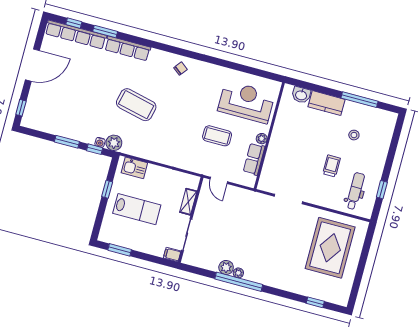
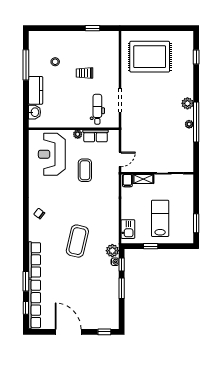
dental chair: (355, 191) -> (97, 109), moved, turned 90
filing cabinet: (172, 255) -> (127, 181), moved
plant: (226, 267) -> (187, 103), moved

